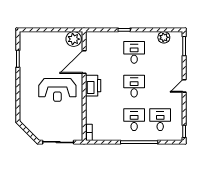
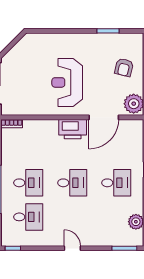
armchair: (46, 46) -> (124, 67), added
door: (84, 62) -> (104, 117), swing flipped

